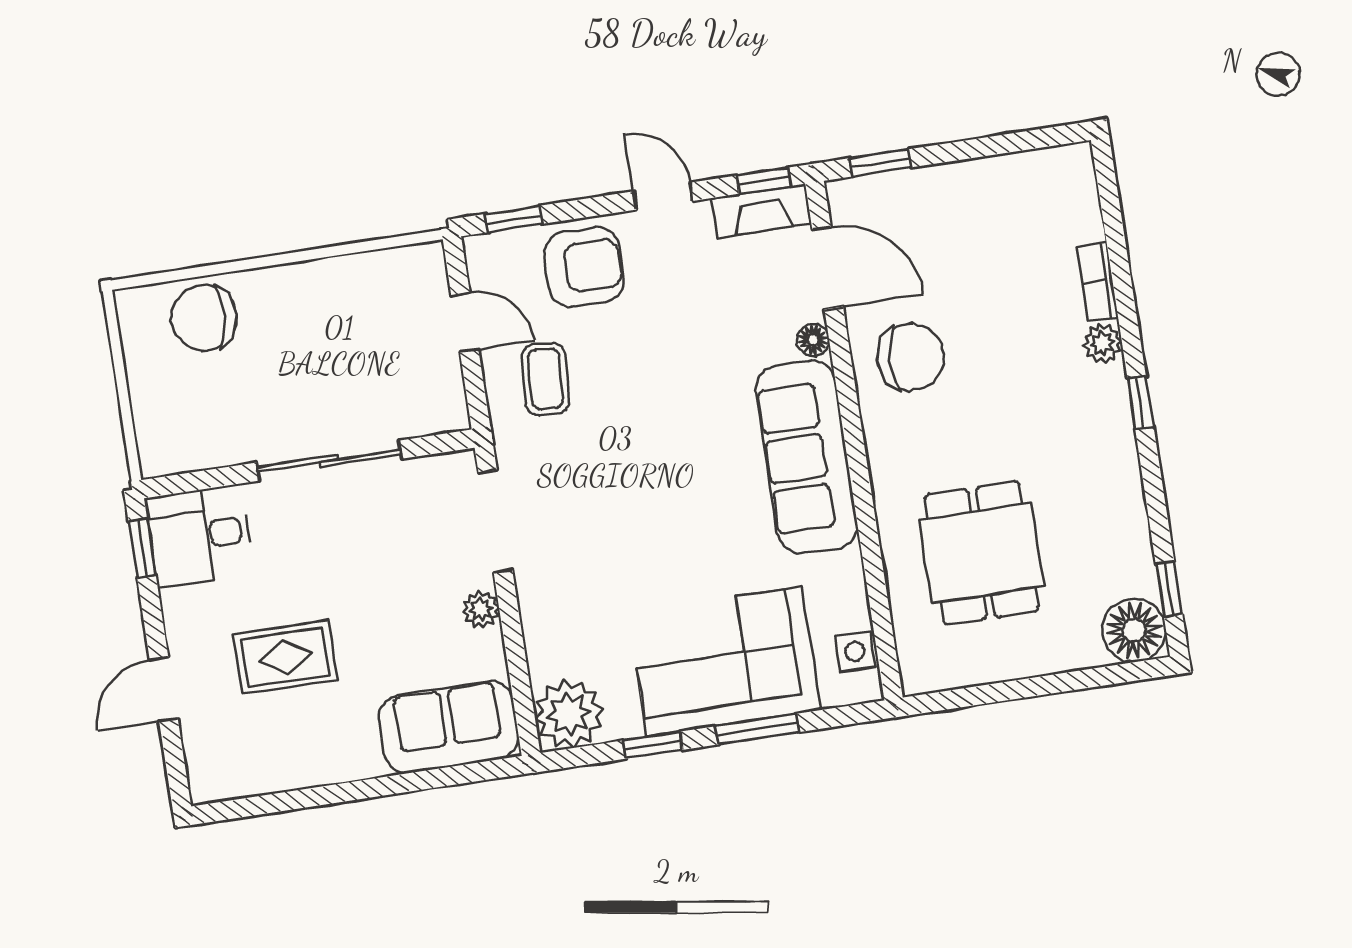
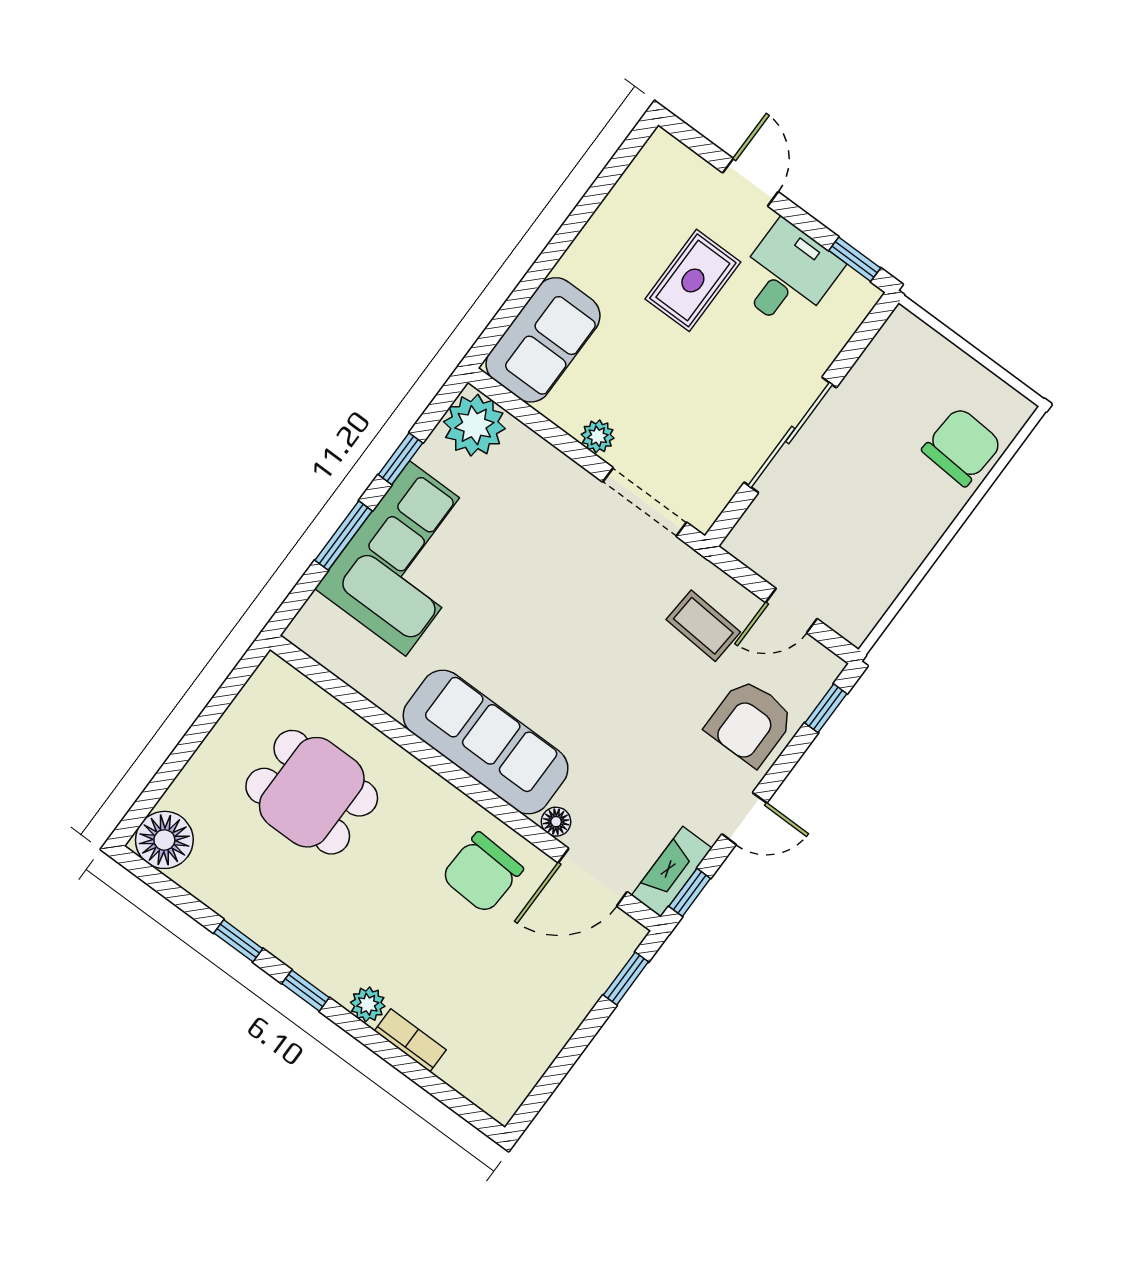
desk: (199, 536) -> (788, 275), moved
window: (1169, 589) -> (238, 941), moved
side table: (855, 651) -> (330, 648), removed

